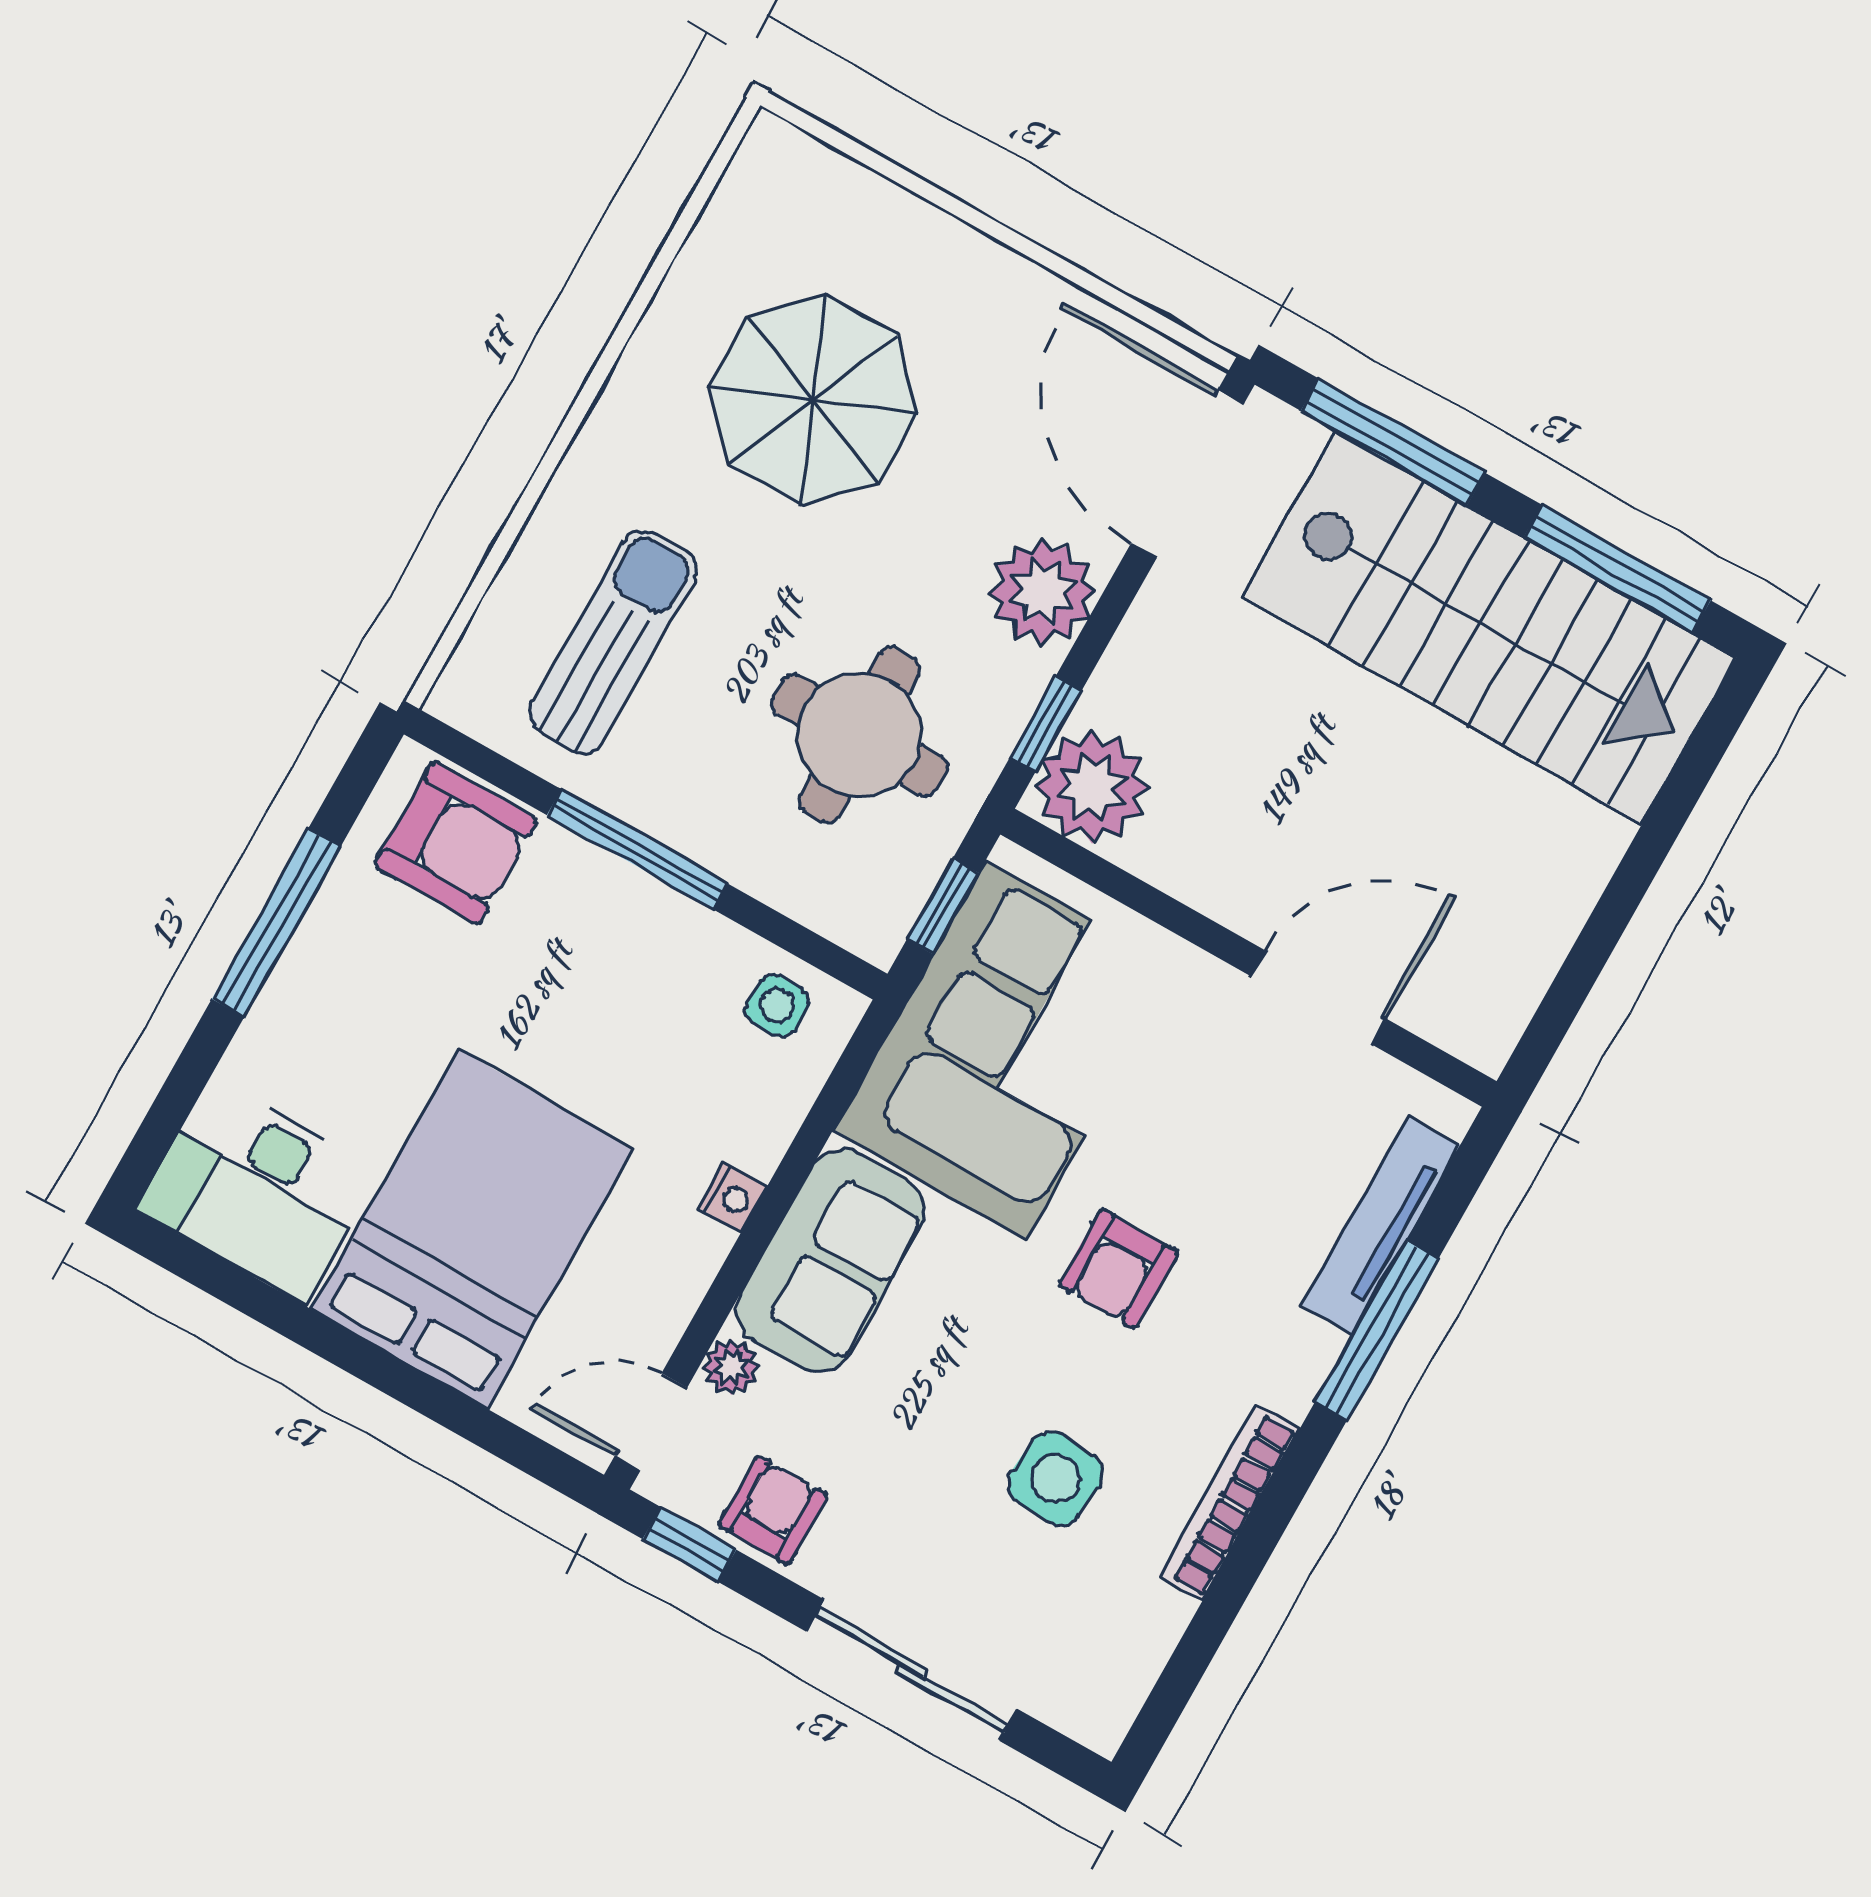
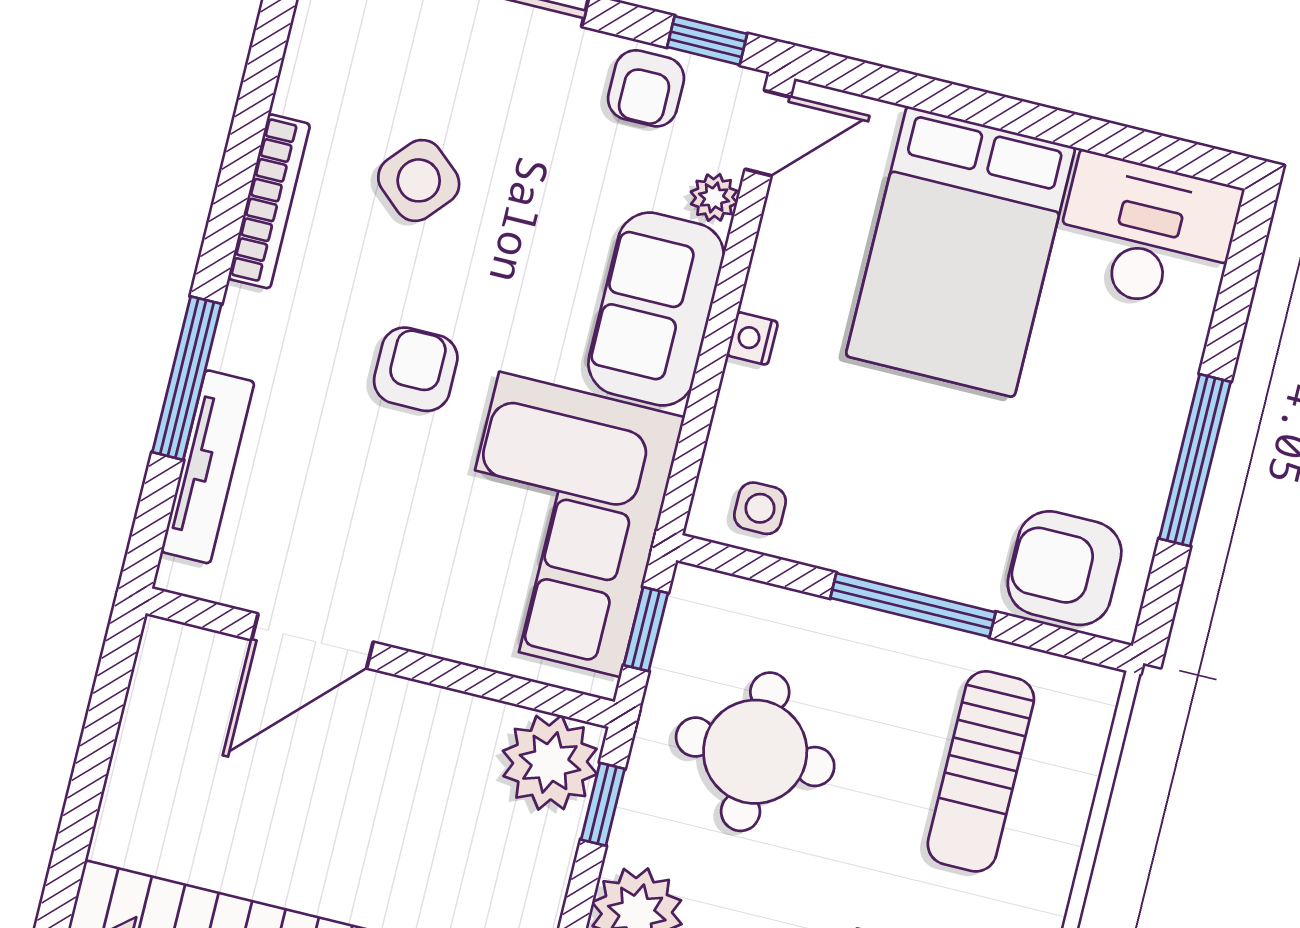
side table: (1056, 1479) -> (419, 180), turned 36

